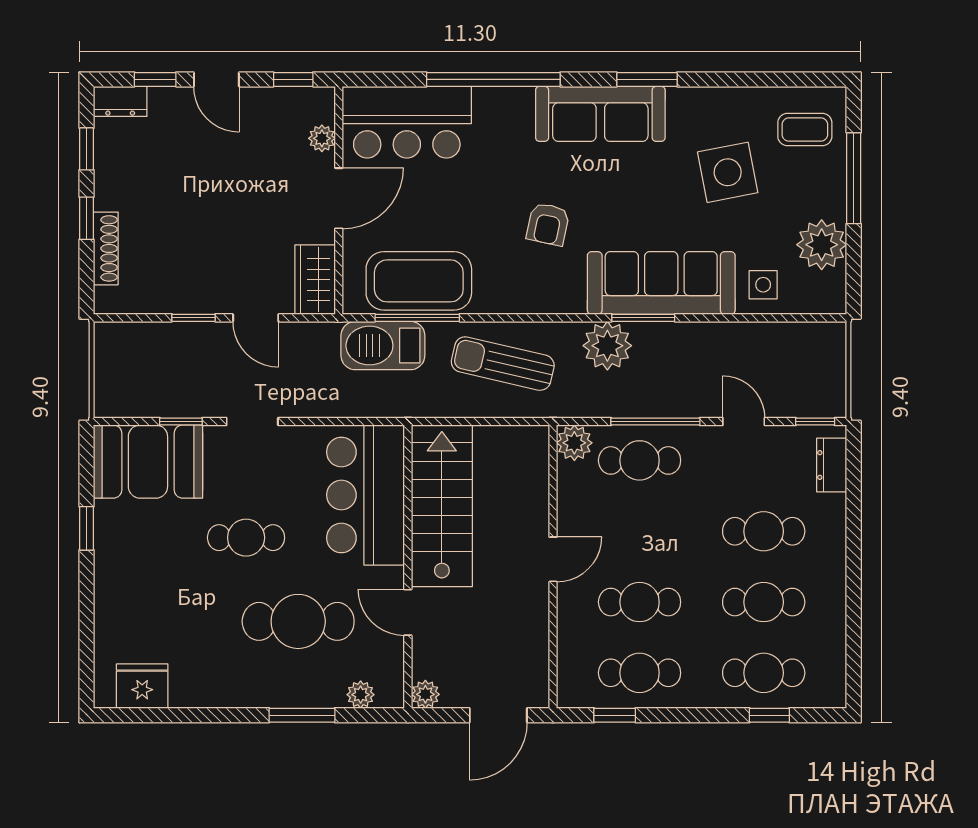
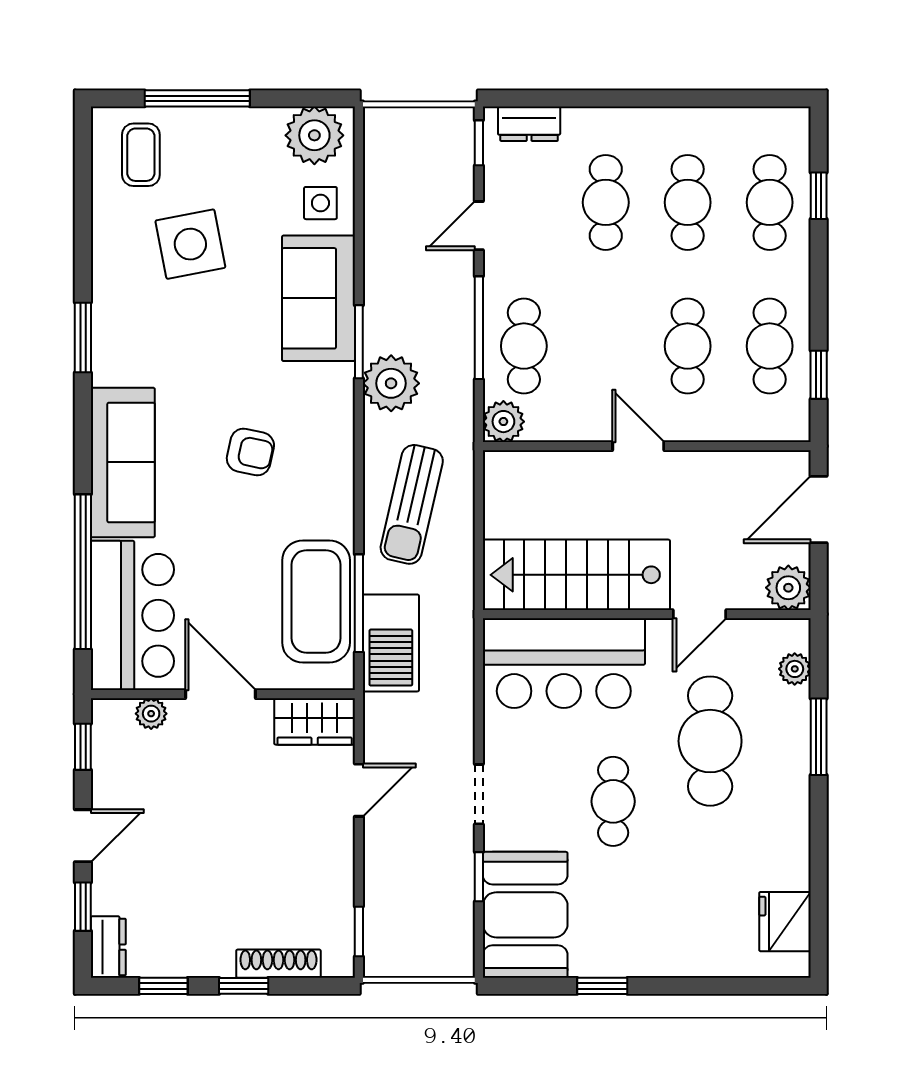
window: (493, 79) -> (83, 572), moved
sofa: (600, 114) -> (123, 462), moved
plant: (822, 245) -> (314, 135), moved
sofa: (661, 283) -> (318, 298), width x0.73
window: (194, 318) -> (359, 932), moved
plant: (425, 694) -> (788, 588), width x1.38, depth x1.38
door: (498, 715) -> (819, 510), swing flipped

